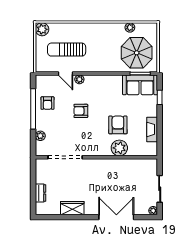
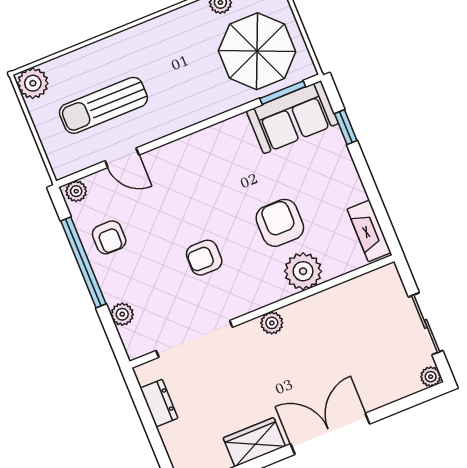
plant: (79, 79) -> (76, 191), moved
armchair: (81, 111) -> (204, 258), moved
fireplace: (152, 129) -> (369, 231), moved
plant: (99, 164) -> (272, 323), added
dresser: (41, 193) -> (159, 403), moved
double door: (116, 217) -> (330, 434), moved

